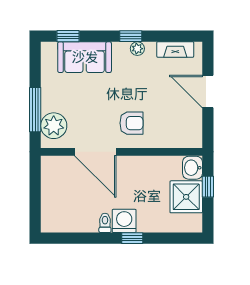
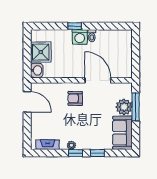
window: (68, 36) -> (97, 153), moved
sofa: (85, 57) -> (122, 133), moved, turned -90
door: (208, 92) -> (27, 102), moved
plant: (54, 126) -> (124, 107), moved
window: (208, 187) -> (27, 58), removed

